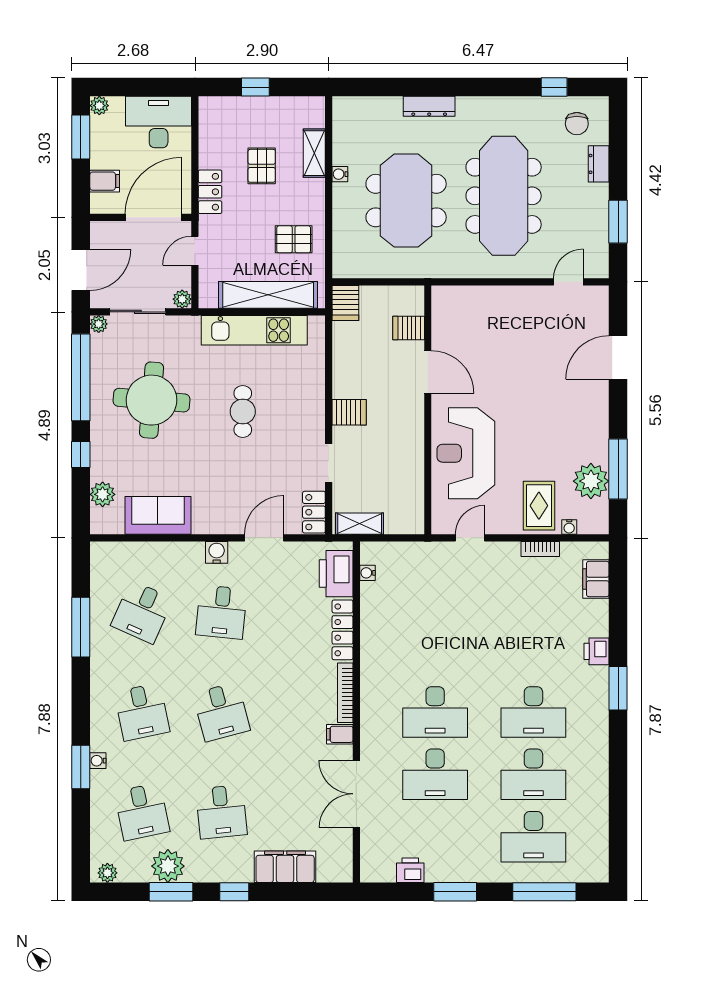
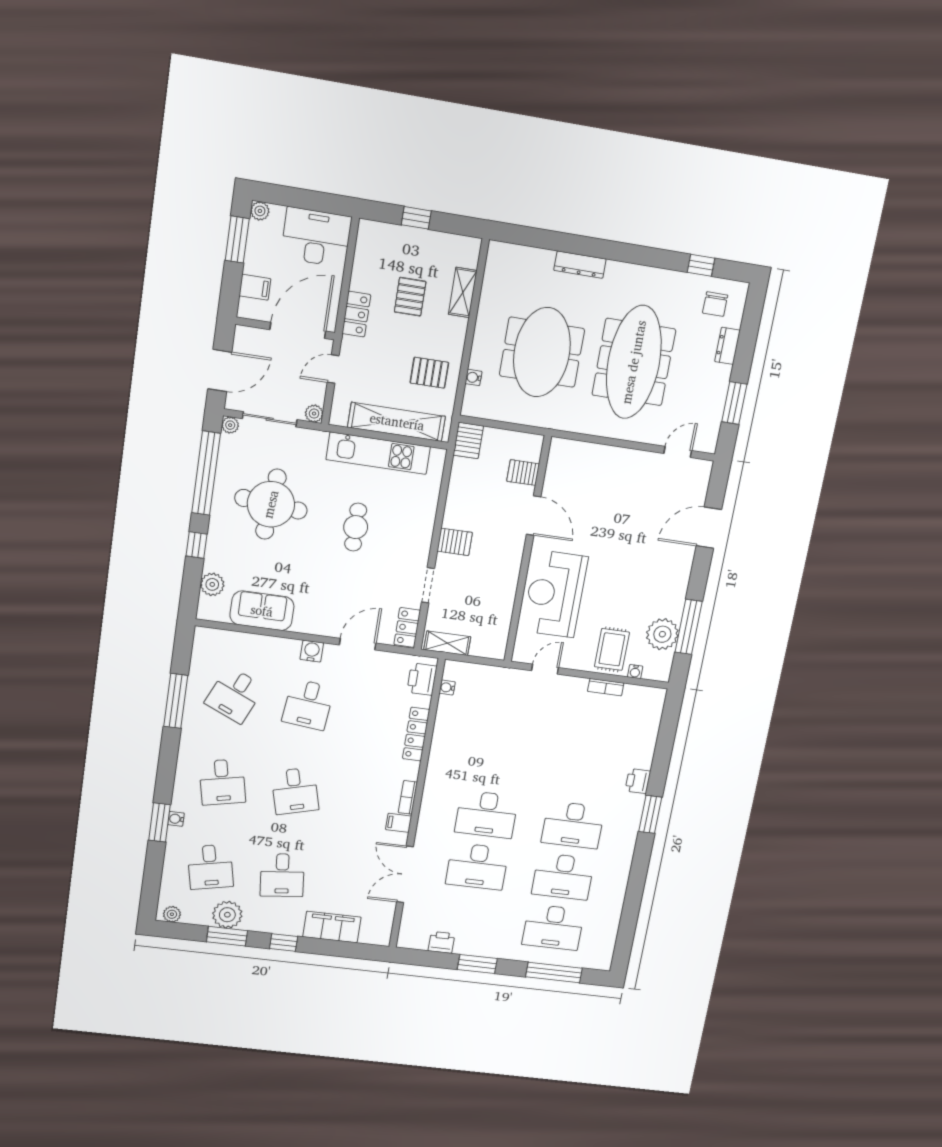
water cooler: (340, 174) -> (473, 377), moved
printer: (336, 574) -> (422, 679), width x0.73, depth x0.84
filing cabinet: (596, 579) -> (650, 720), removed
bookcase: (345, 693) -> (408, 797), width x0.64

